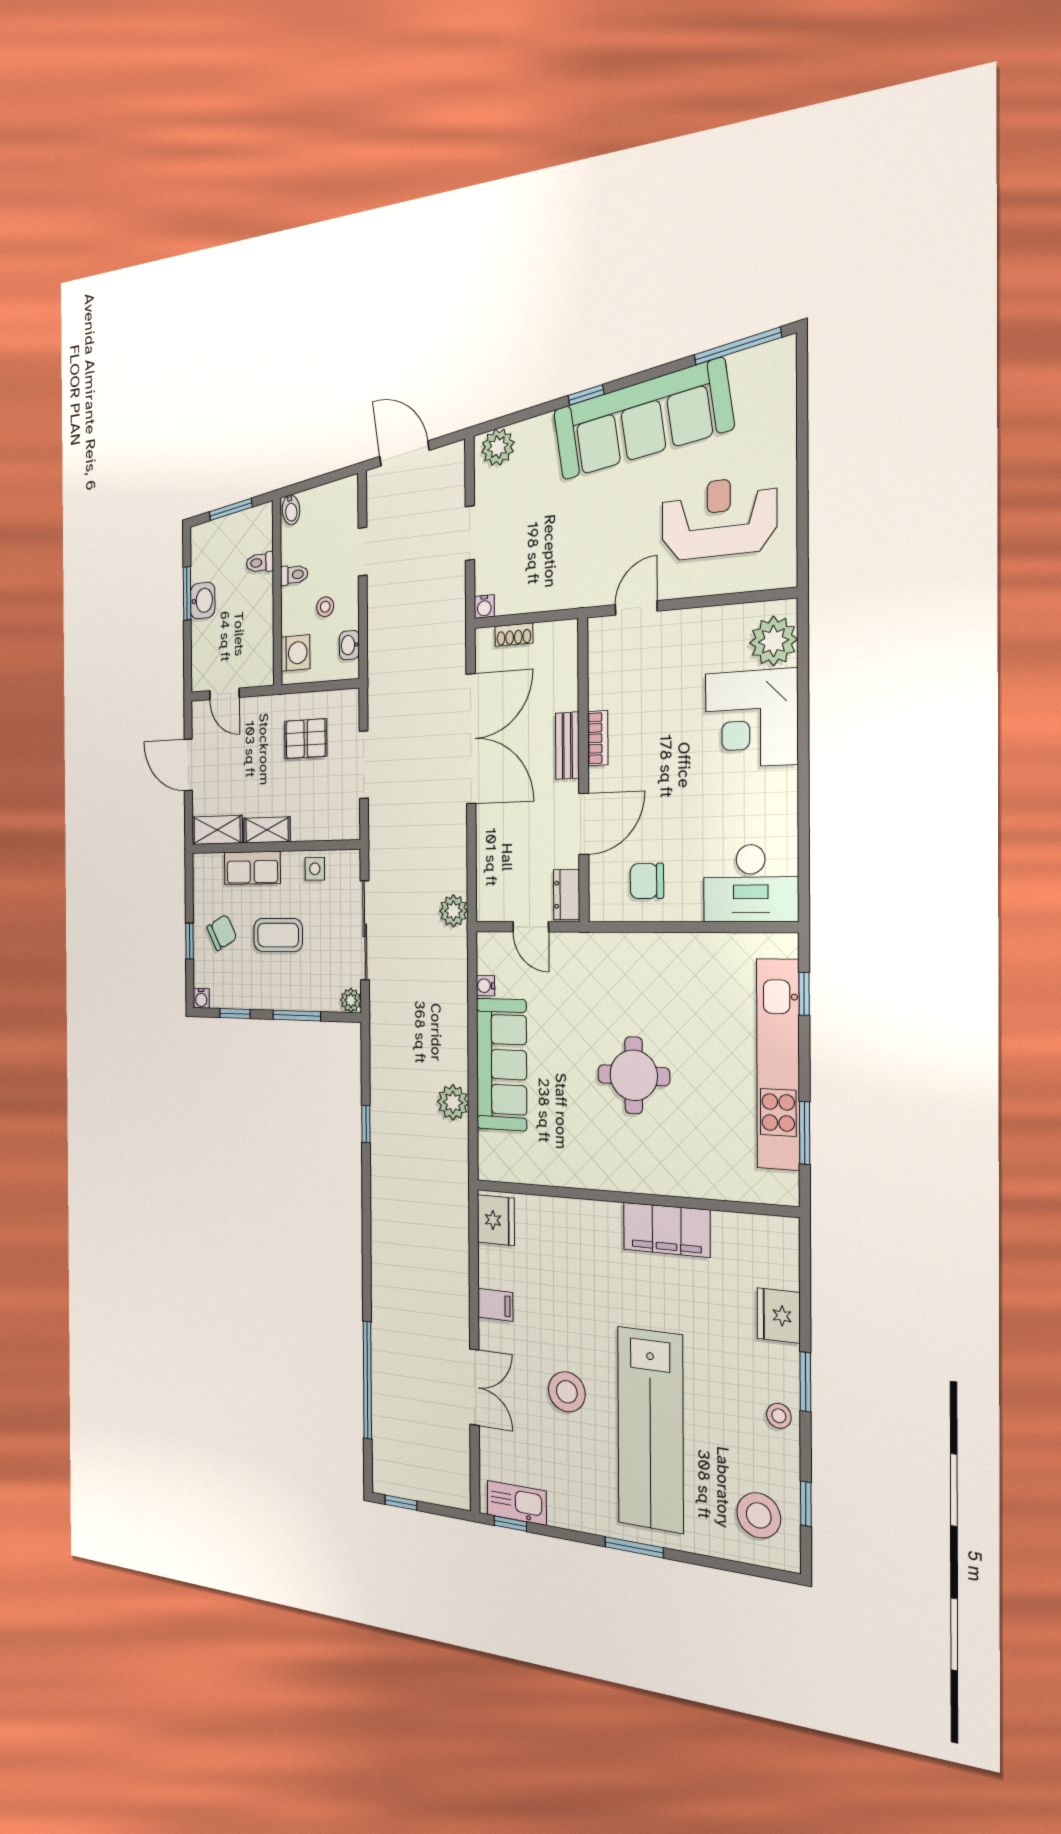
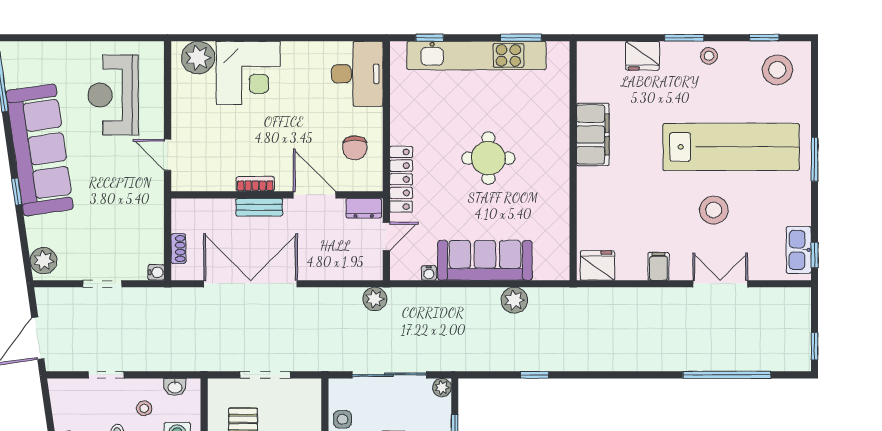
locker: (605, 948) -> (401, 179), added

